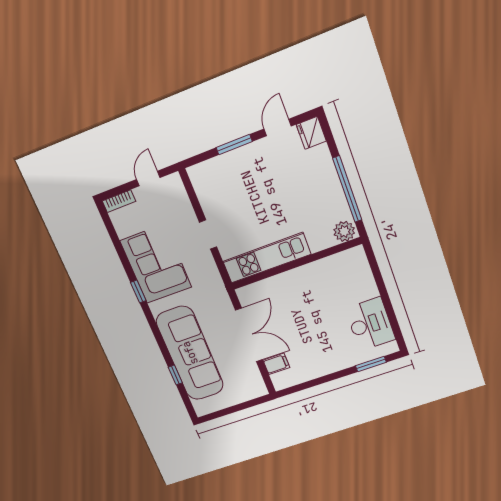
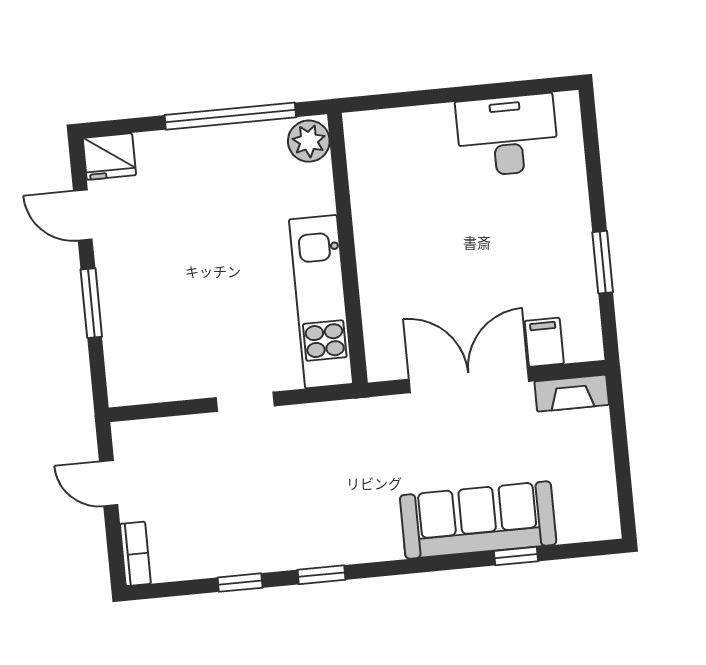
window: (122, 255) -> (240, 583), added
corner sofa: (156, 264) -> (276, 522), removed
sofa: (190, 353) -> (478, 520), width x0.74, depth x0.79
window: (371, 364) -> (603, 262), moved
fireplace: (256, 381) -> (572, 393), added

